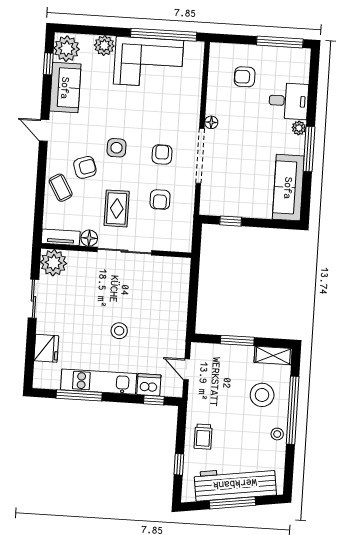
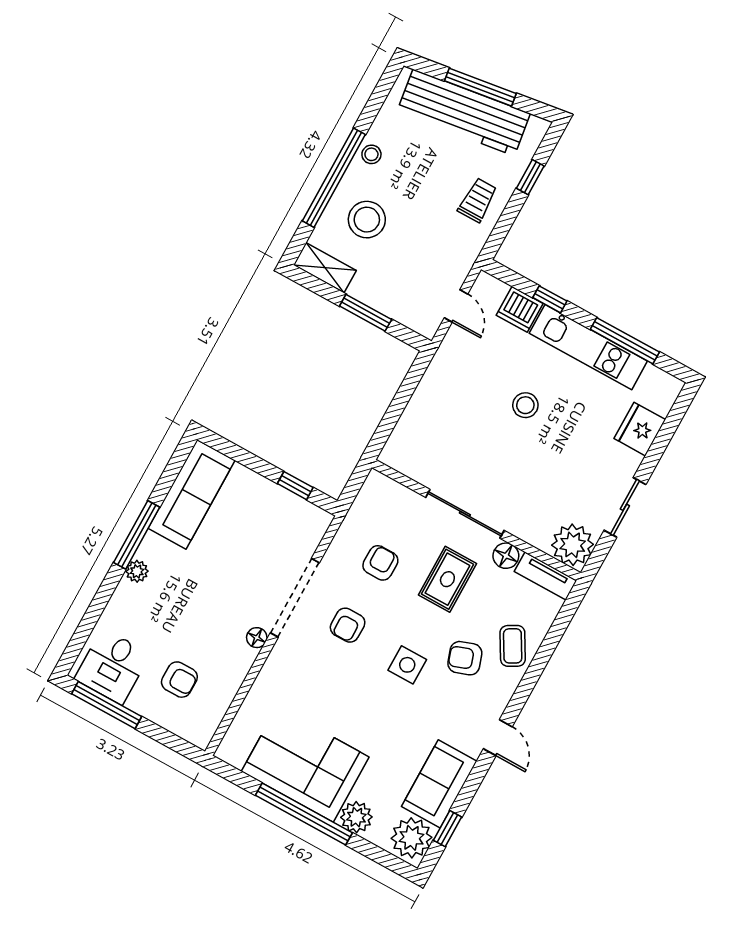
window: (164, 35) -> (304, 814), moved
desk: (289, 101) -> (112, 666), moved, turned -90
window: (154, 400) -> (550, 299), moved

